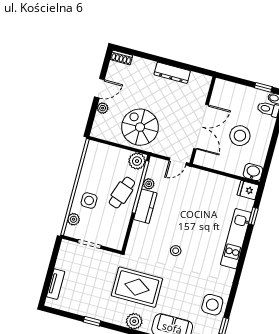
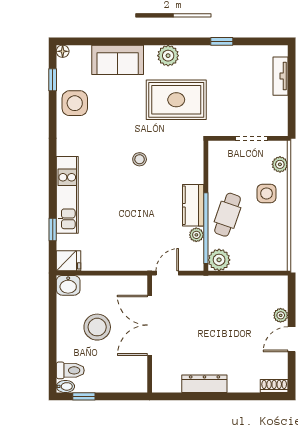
spiral stairs: (140, 127) -> (227, 304), removed

